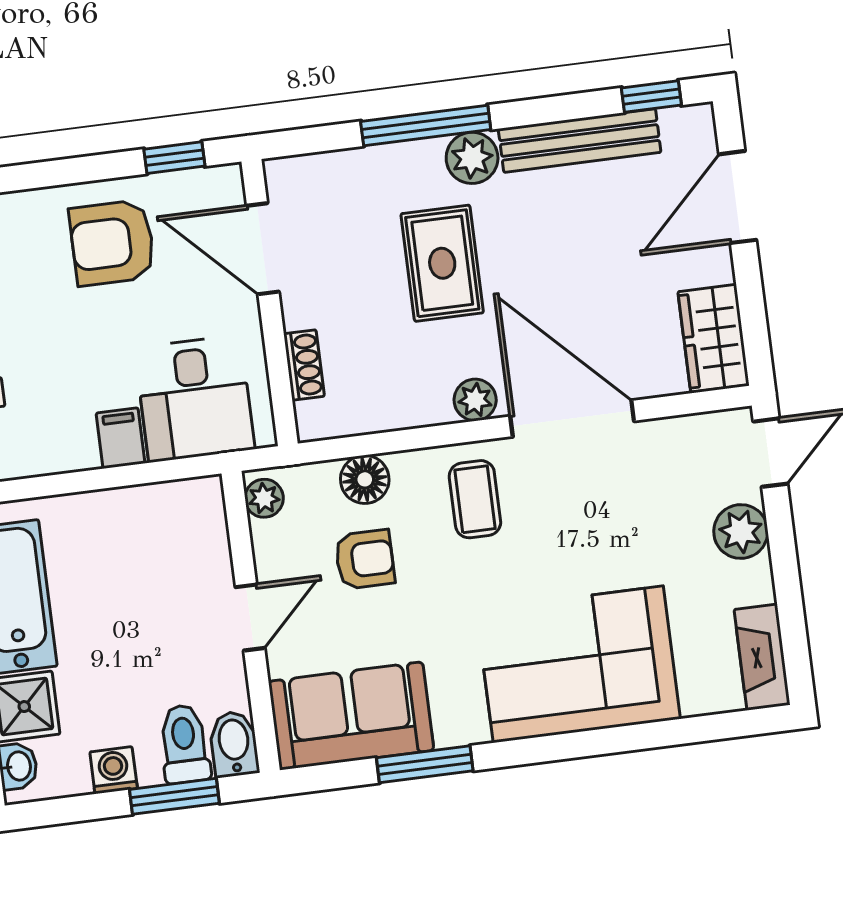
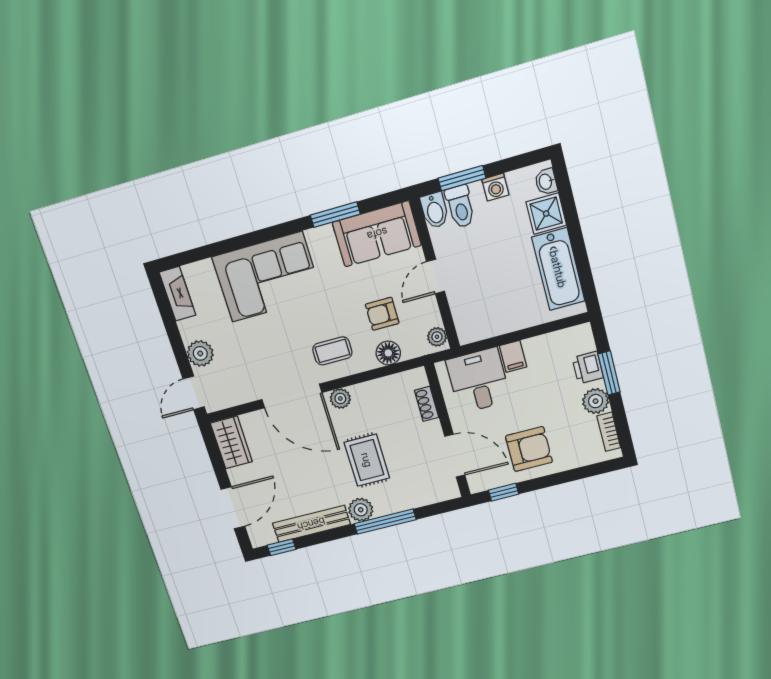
coffee table: (475, 499) -> (332, 351), turned 90

